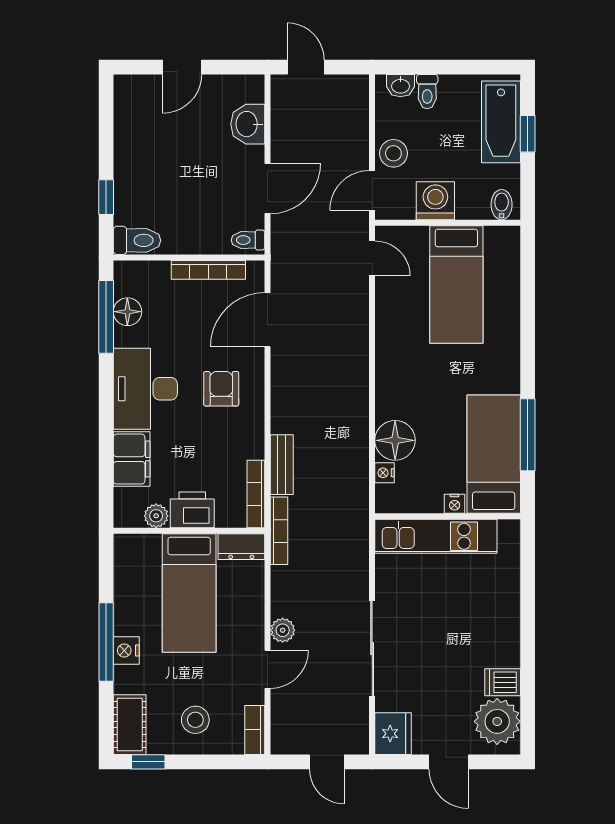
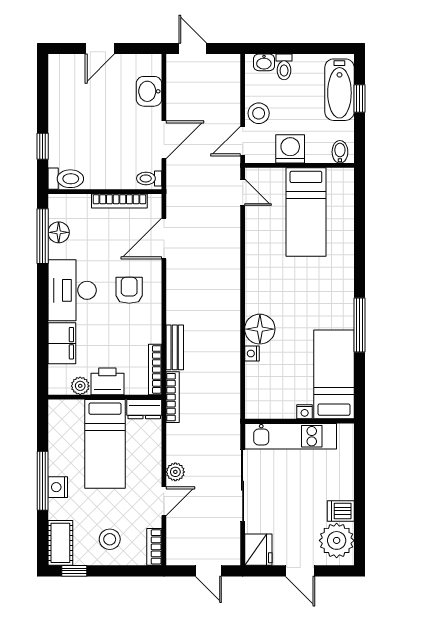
bed: (494, 454) -> (334, 374), moved
nightstand: (455, 504) -> (305, 412), moved
wall: (448, 516) -> (299, 421), moved
kitchen unit: (436, 536) -> (291, 436), moved

